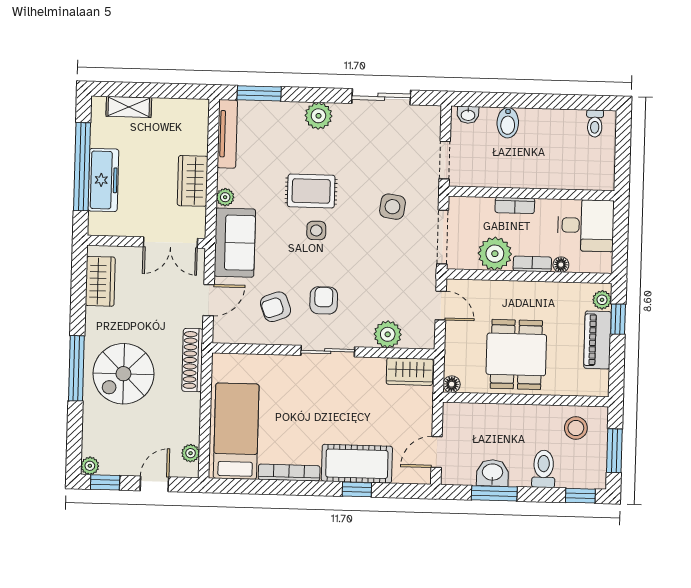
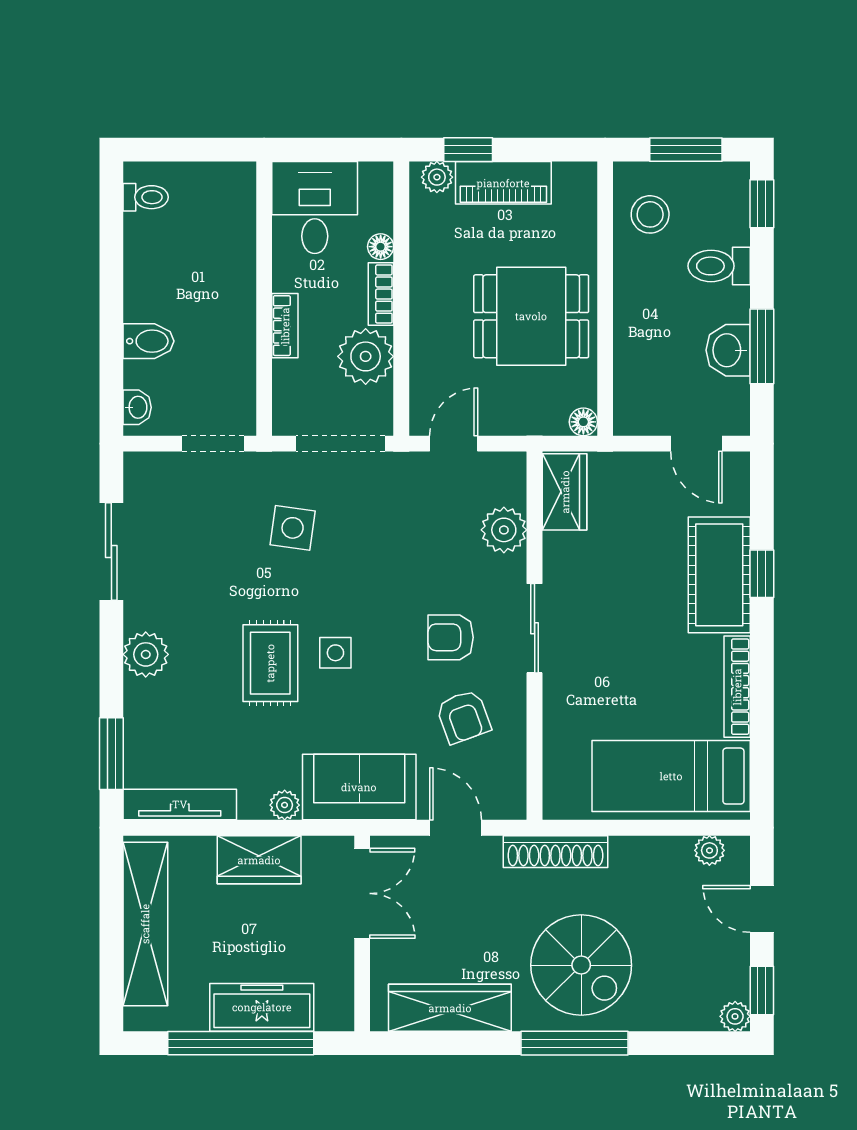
shelving: (129, 107) -> (145, 924), width x2.20, depth x1.33
wardrobe: (100, 281) -> (450, 1008), width x1.50

